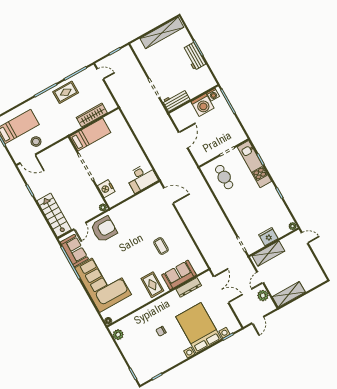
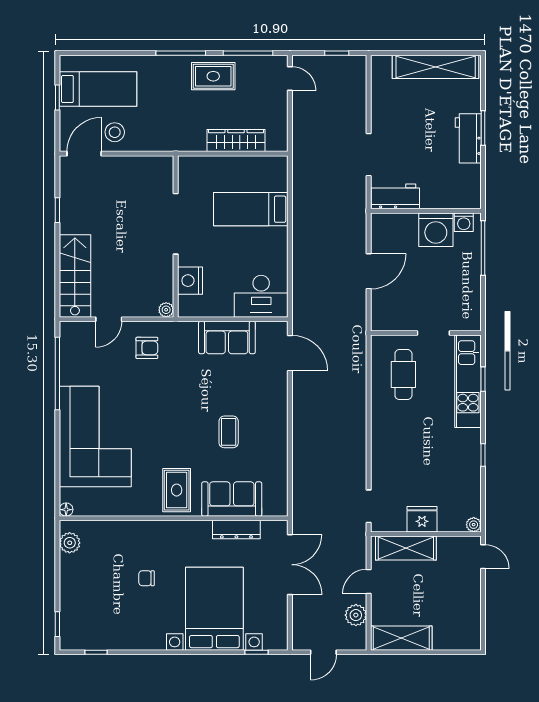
bed: (90, 134) -> (251, 209), moved, turned 180
door: (28, 159) -> (84, 154), swing flipped
armchair: (104, 229) -> (147, 348), width x0.53, depth x0.53
sofa: (74, 251) -> (227, 337), moved, turned 90

